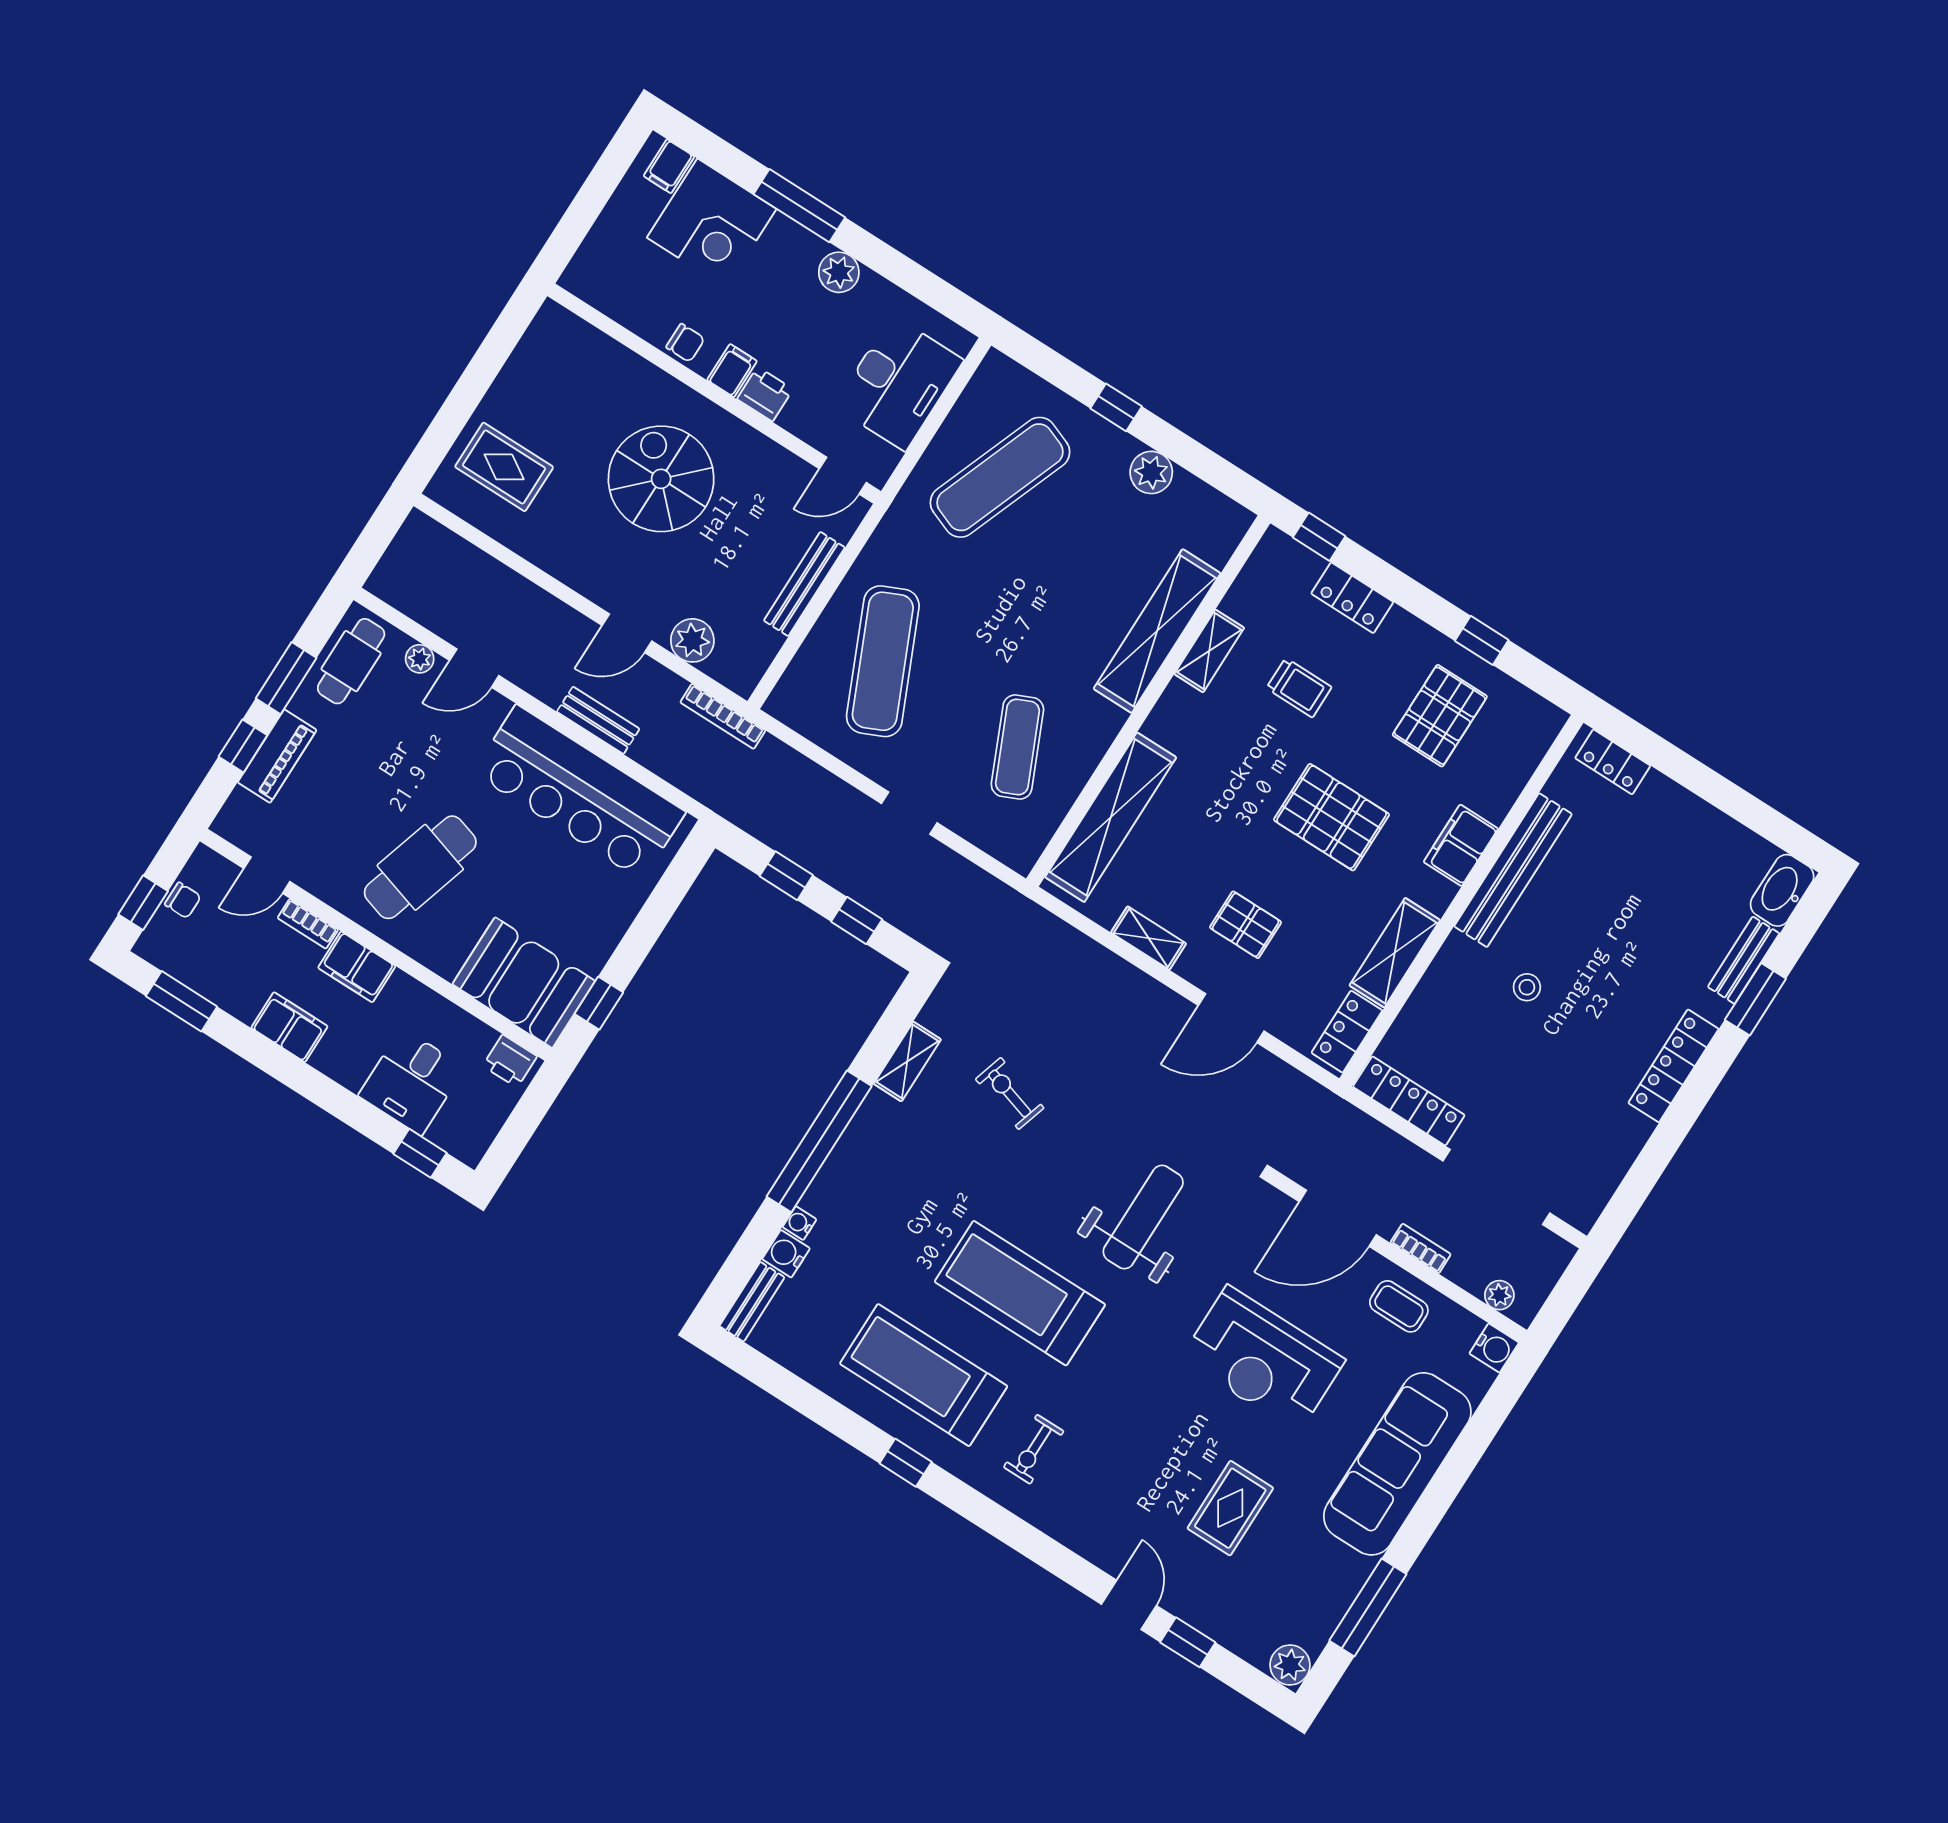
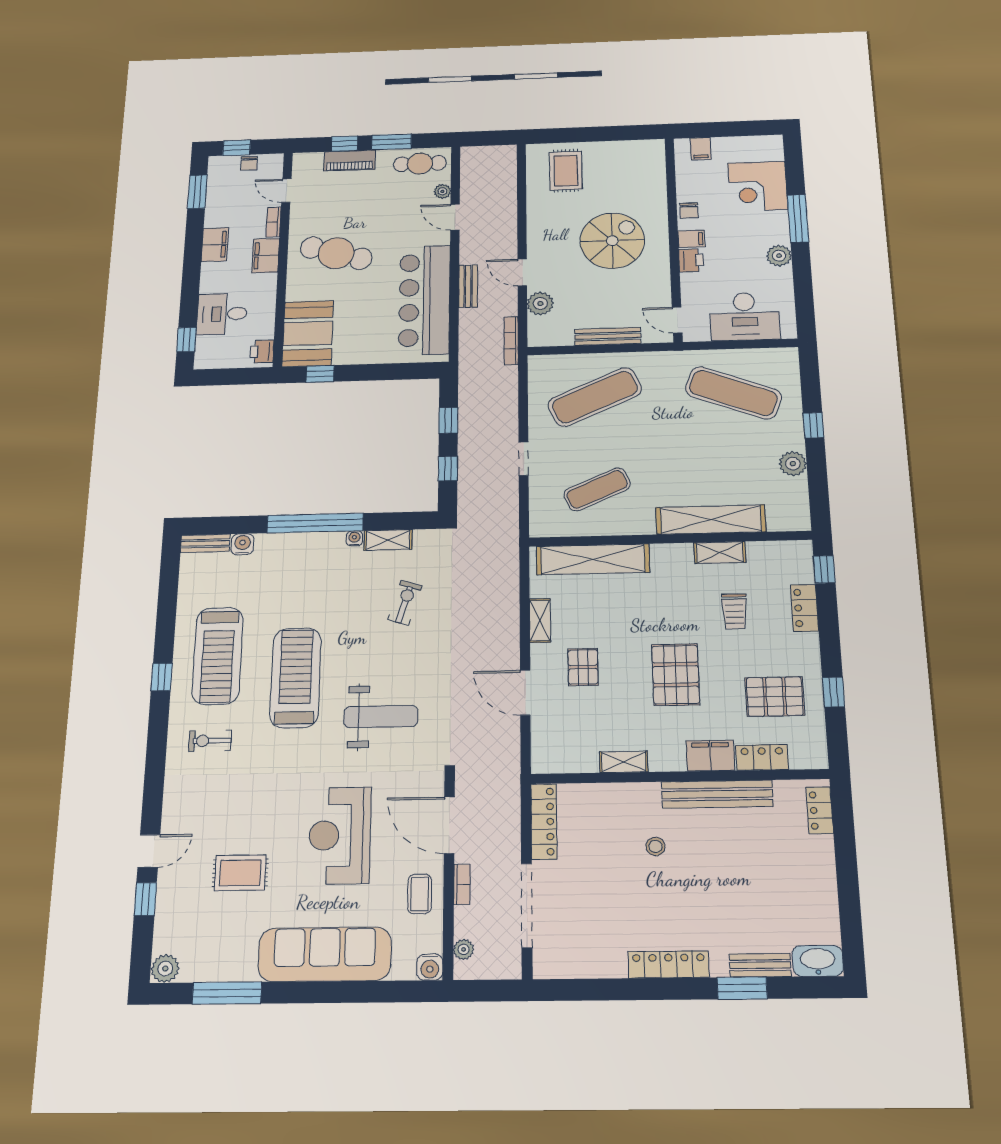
filing cabinet: (669, 166) -> (701, 149), moved, turned -90
shelving: (1395, 953) -> (624, 762), width x0.67, depth x0.75
locker: (1347, 1032) -> (762, 757), moved
water cooler: (799, 1223) -> (354, 538), moved
treadmill: (924, 1375) -> (218, 656), turned 180

